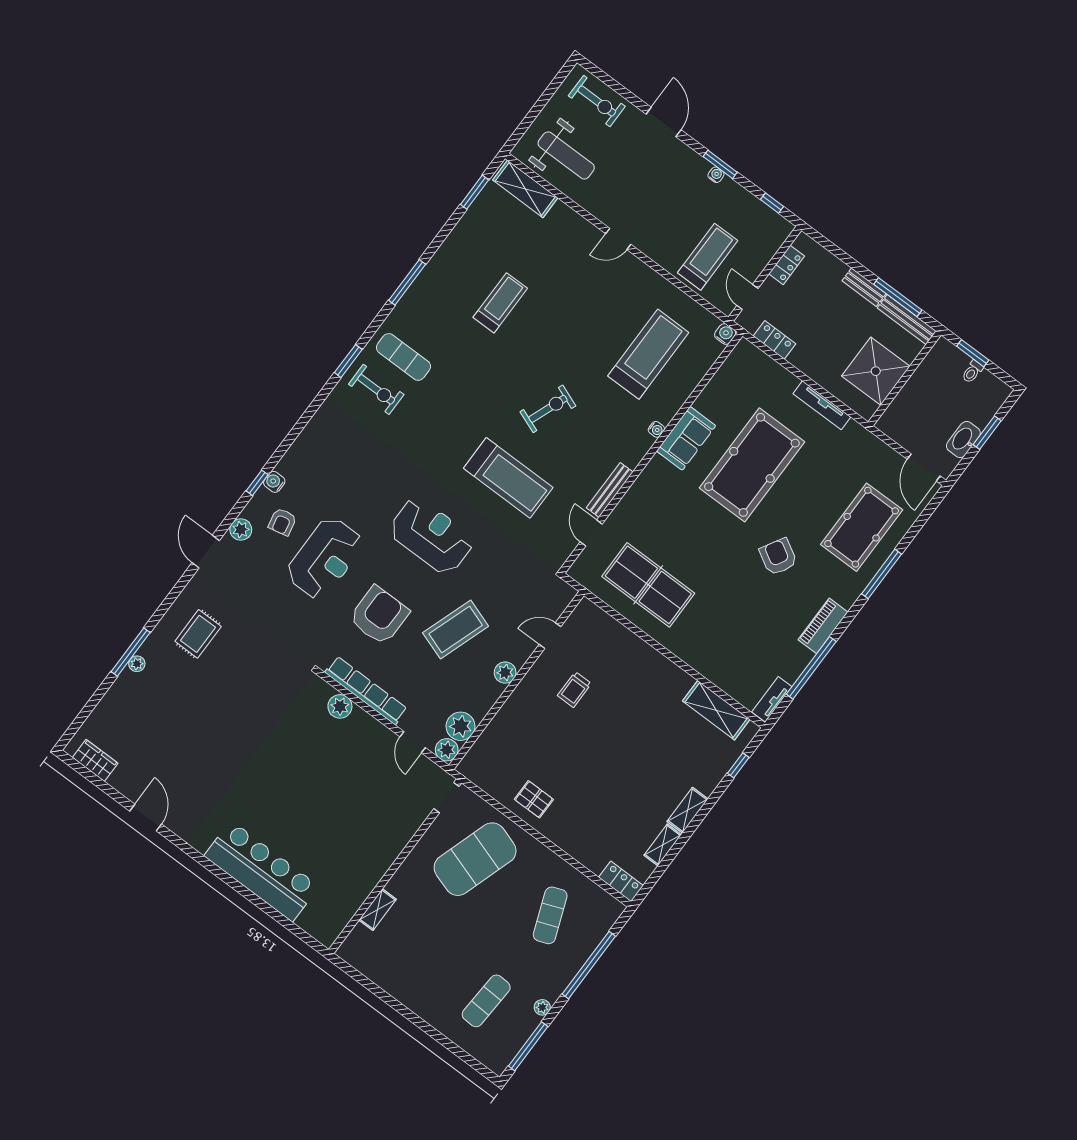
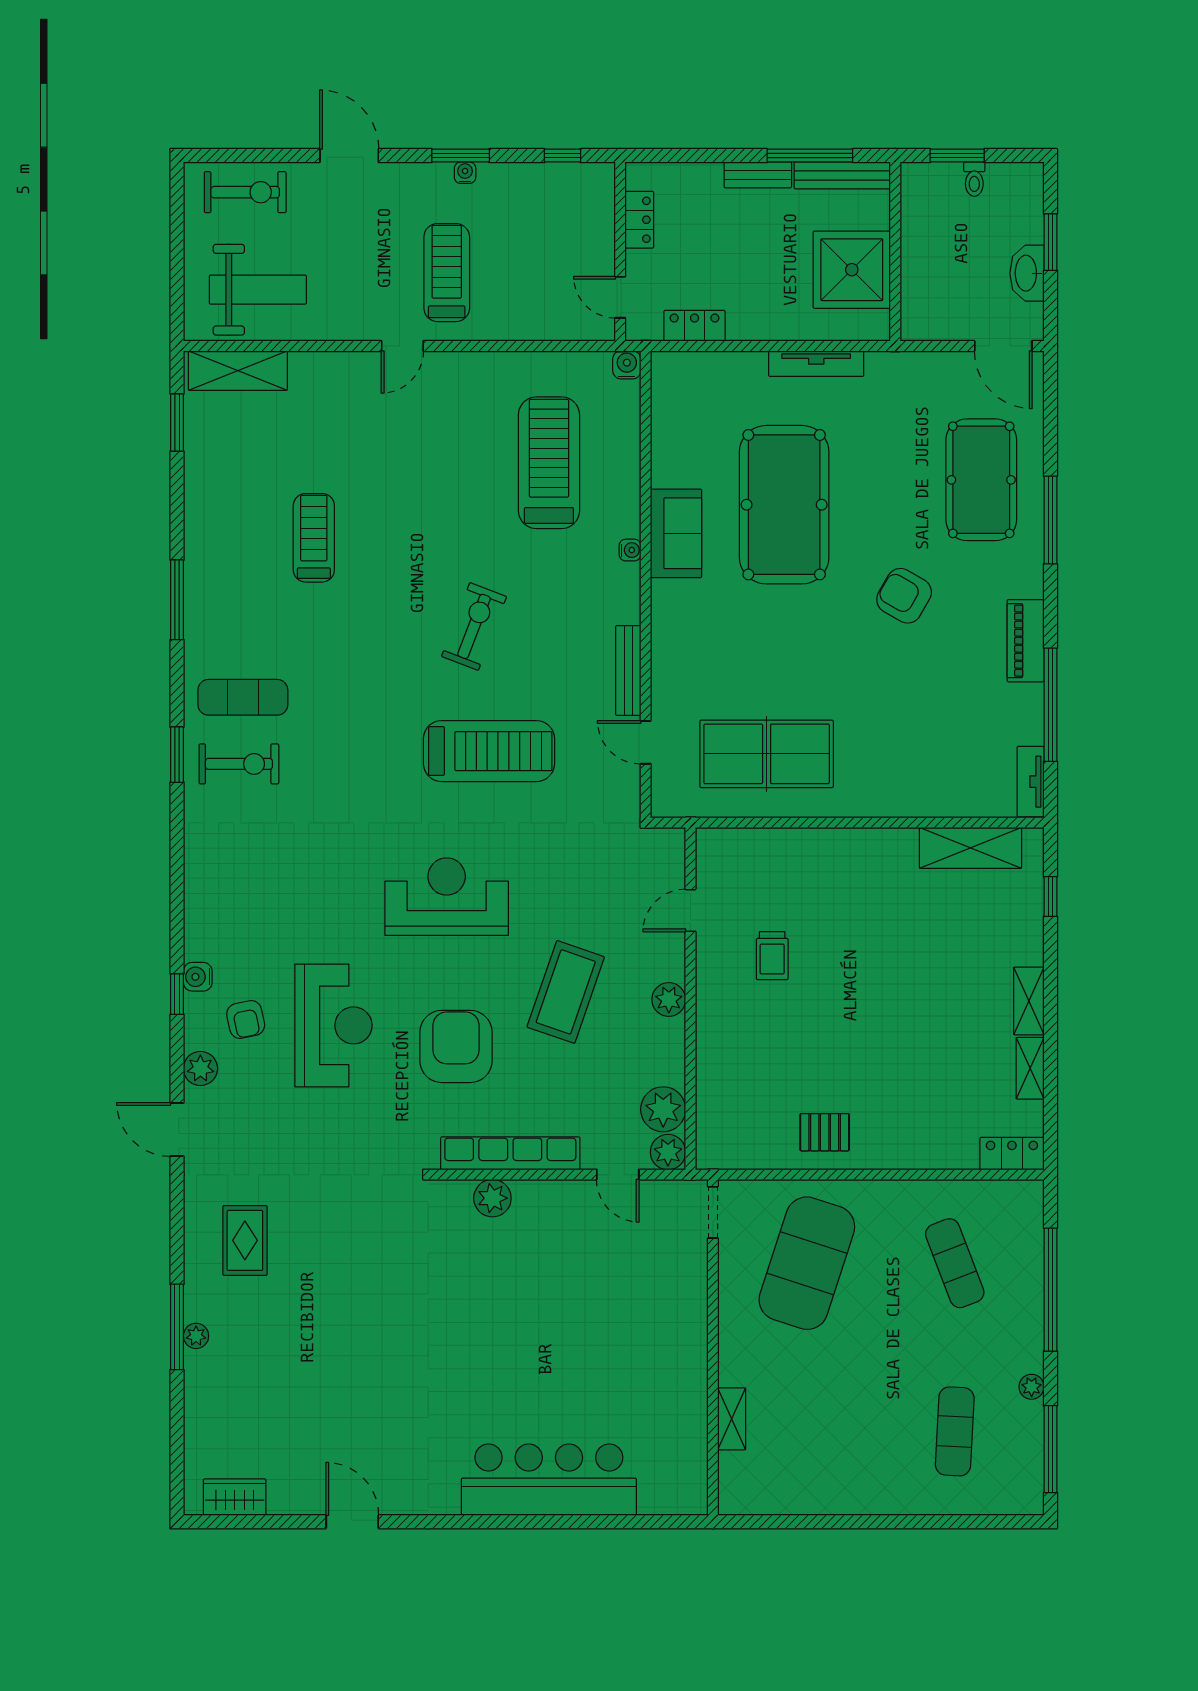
treadmill: (708, 257) -> (447, 273), moved

